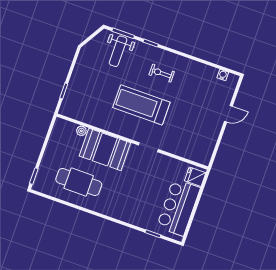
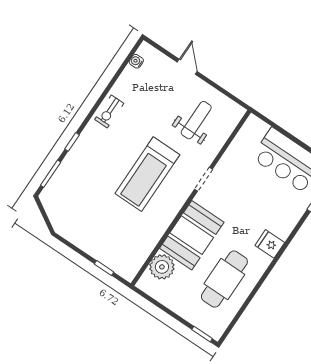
weight bench: (118, 51) -> (196, 120), moved, turned -90
exercise bike: (162, 73) -> (109, 111), moved
plant: (81, 131) -> (162, 267), width x1.88, depth x1.88
fridge: (195, 177) -> (270, 244), moved, turned 90

